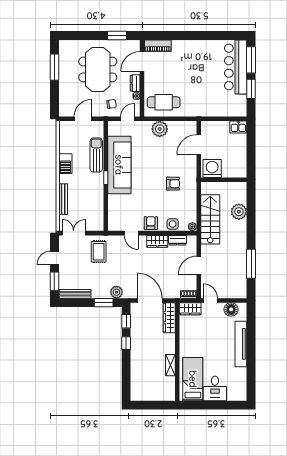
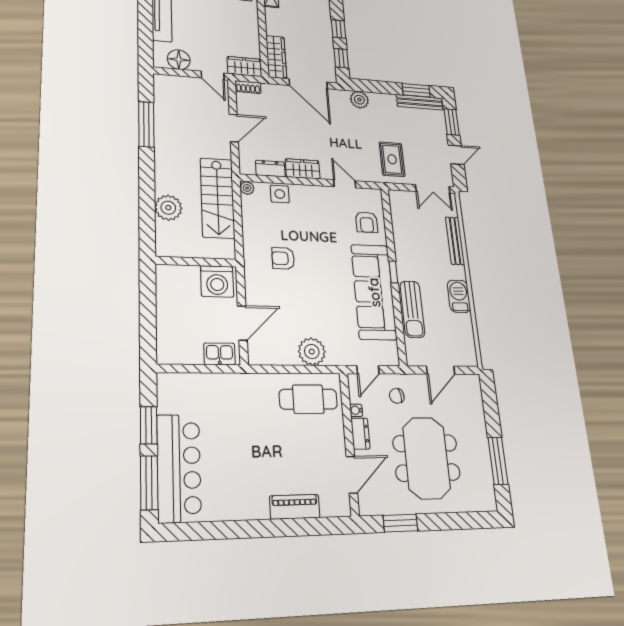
piano: (158, 46) -> (295, 507), moved
kitchen sink: (238, 127) -> (219, 354), moved
armchair: (151, 223) -> (367, 222), moved
window: (104, 303) -> (416, 90), moved

